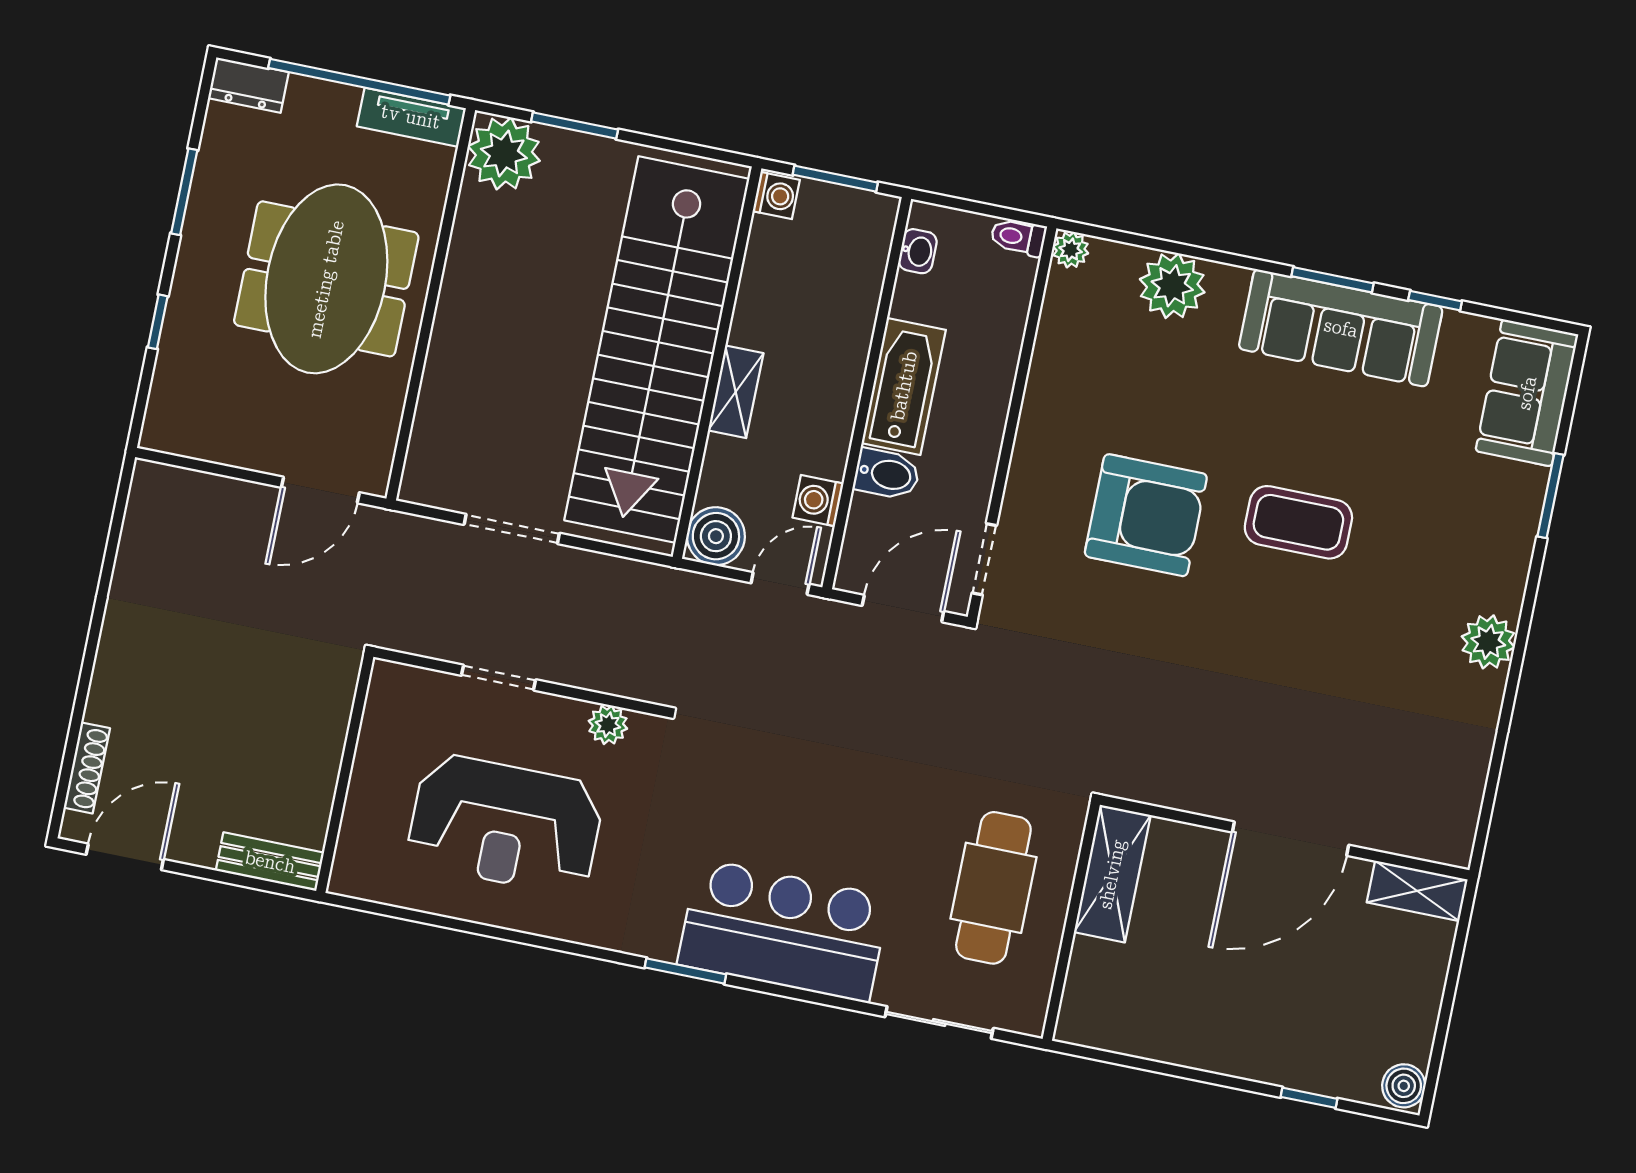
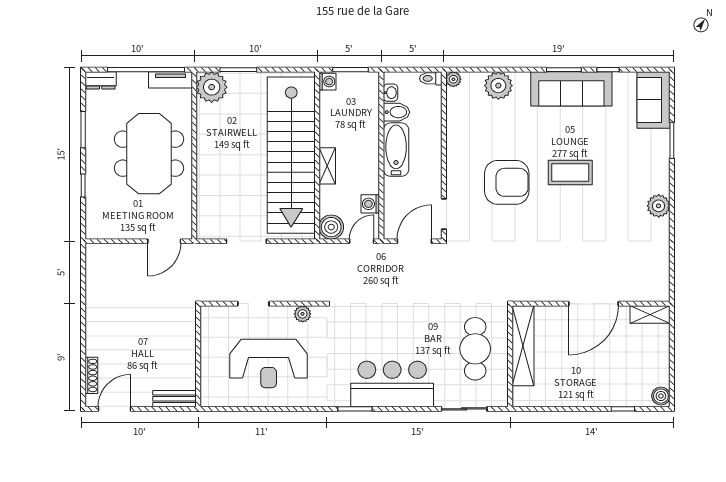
bidet: (887, 474) -> (396, 112), moved
shelving: (1112, 874) -> (523, 346), width x1.47

